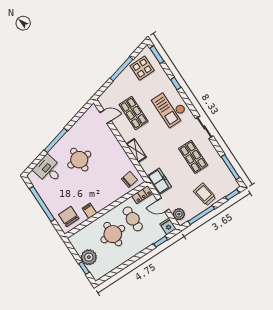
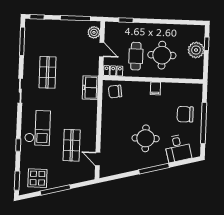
shelving: (136, 150) -> (92, 112), removed
freezer: (159, 181) -> (90, 88), moved
trolley: (205, 194) -> (60, 34), removed
filing cabinet: (89, 211) -> (155, 88), moved
chair: (69, 216) -> (185, 114), moved, turned 90
fridge: (168, 226) -> (110, 29), removed

